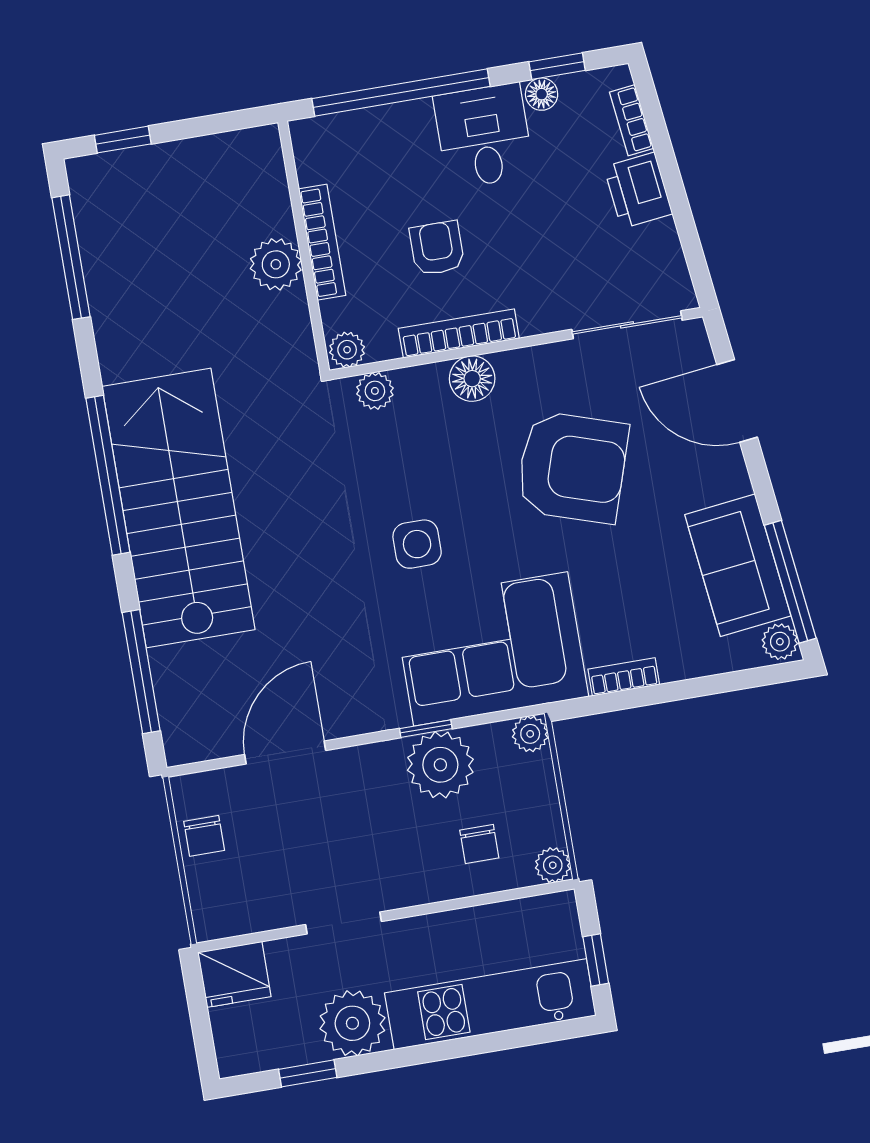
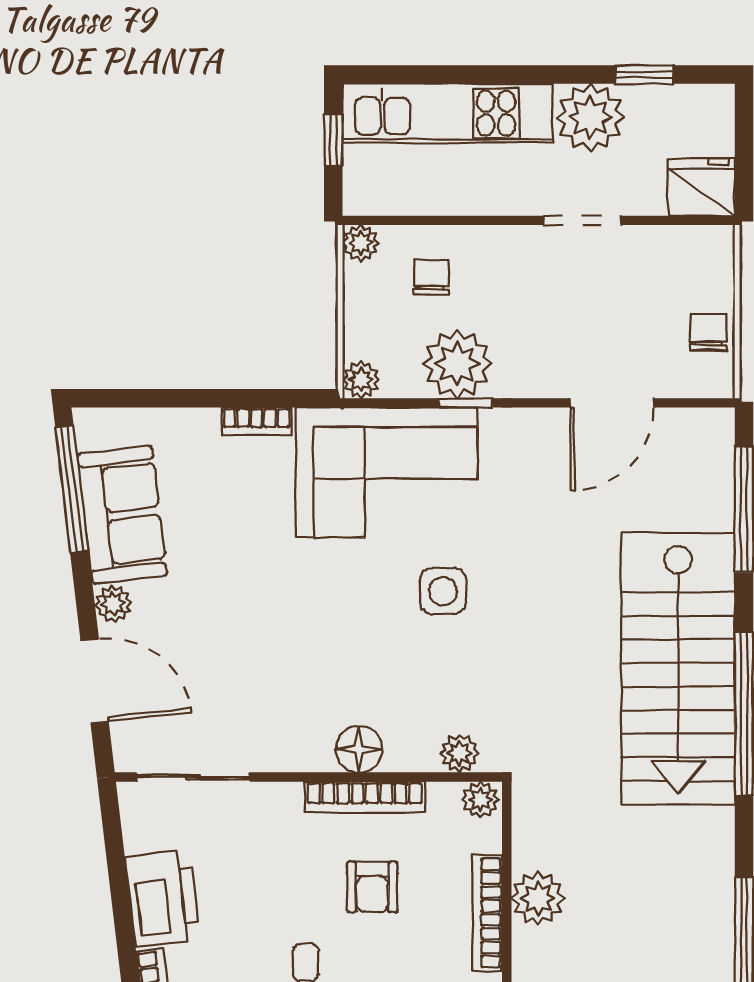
printer: (638, 190) -> (163, 898), width x1.37, depth x1.19
armchair: (572, 467) -> (273, 642), removed
plant: (780, 642) -> (113, 604), moved

